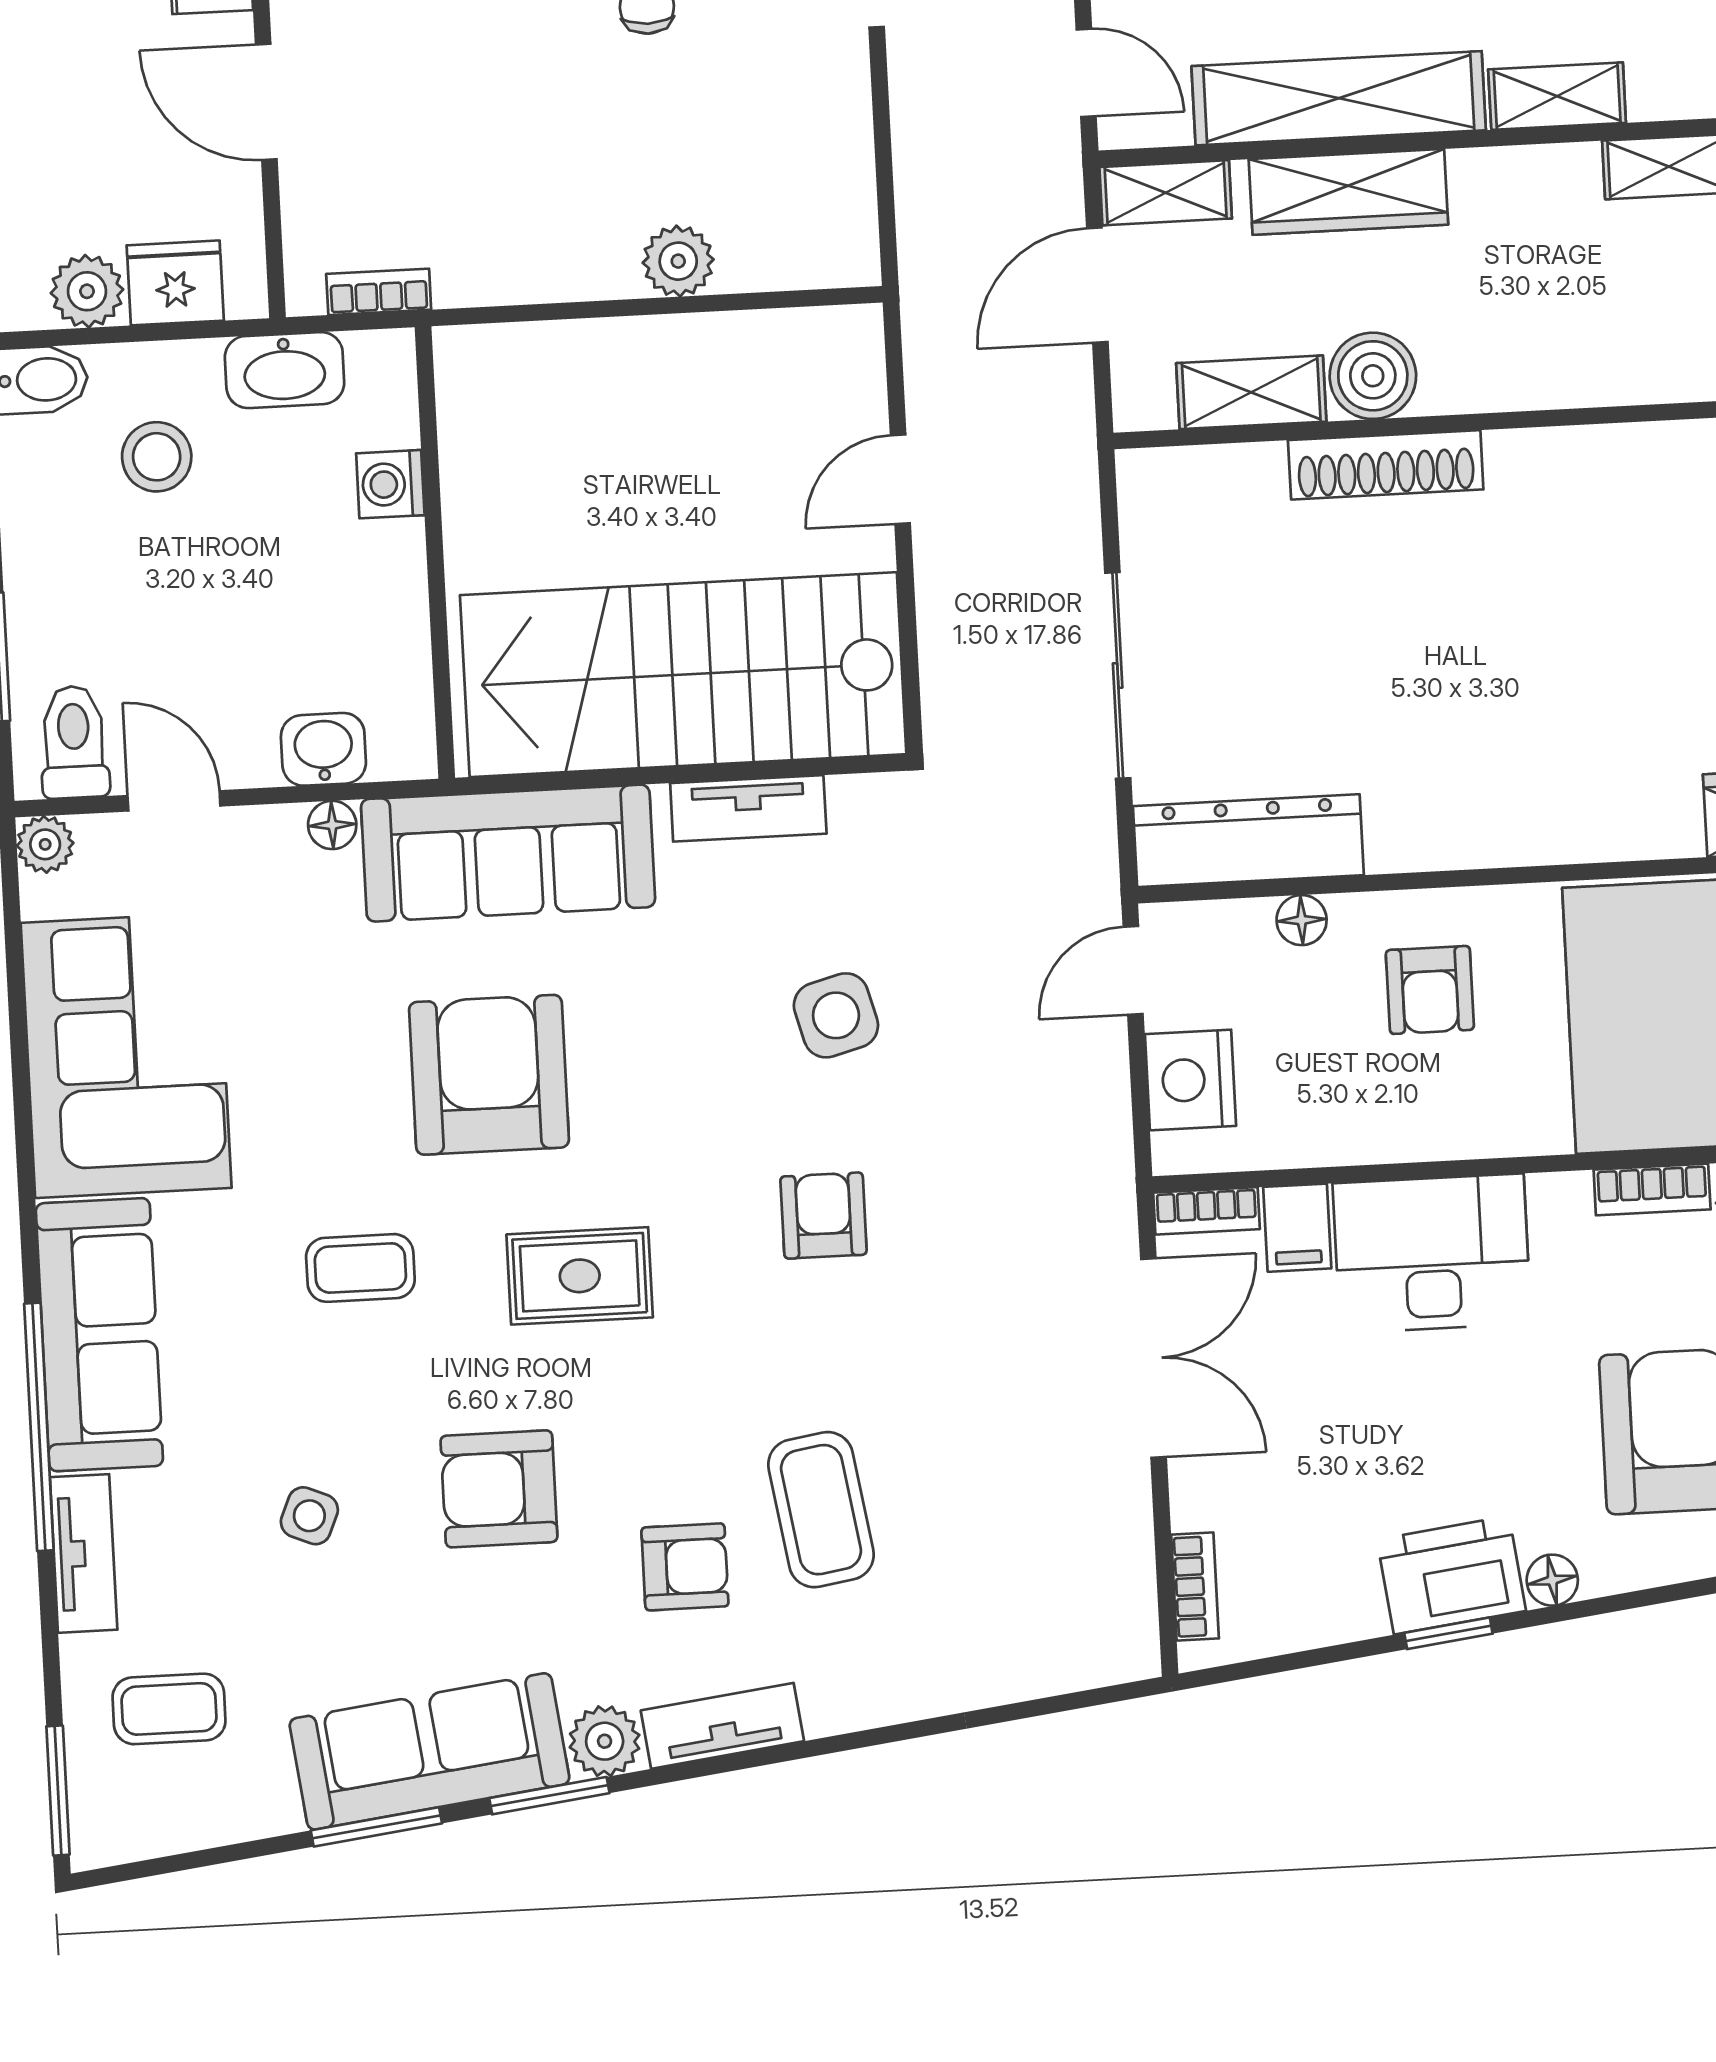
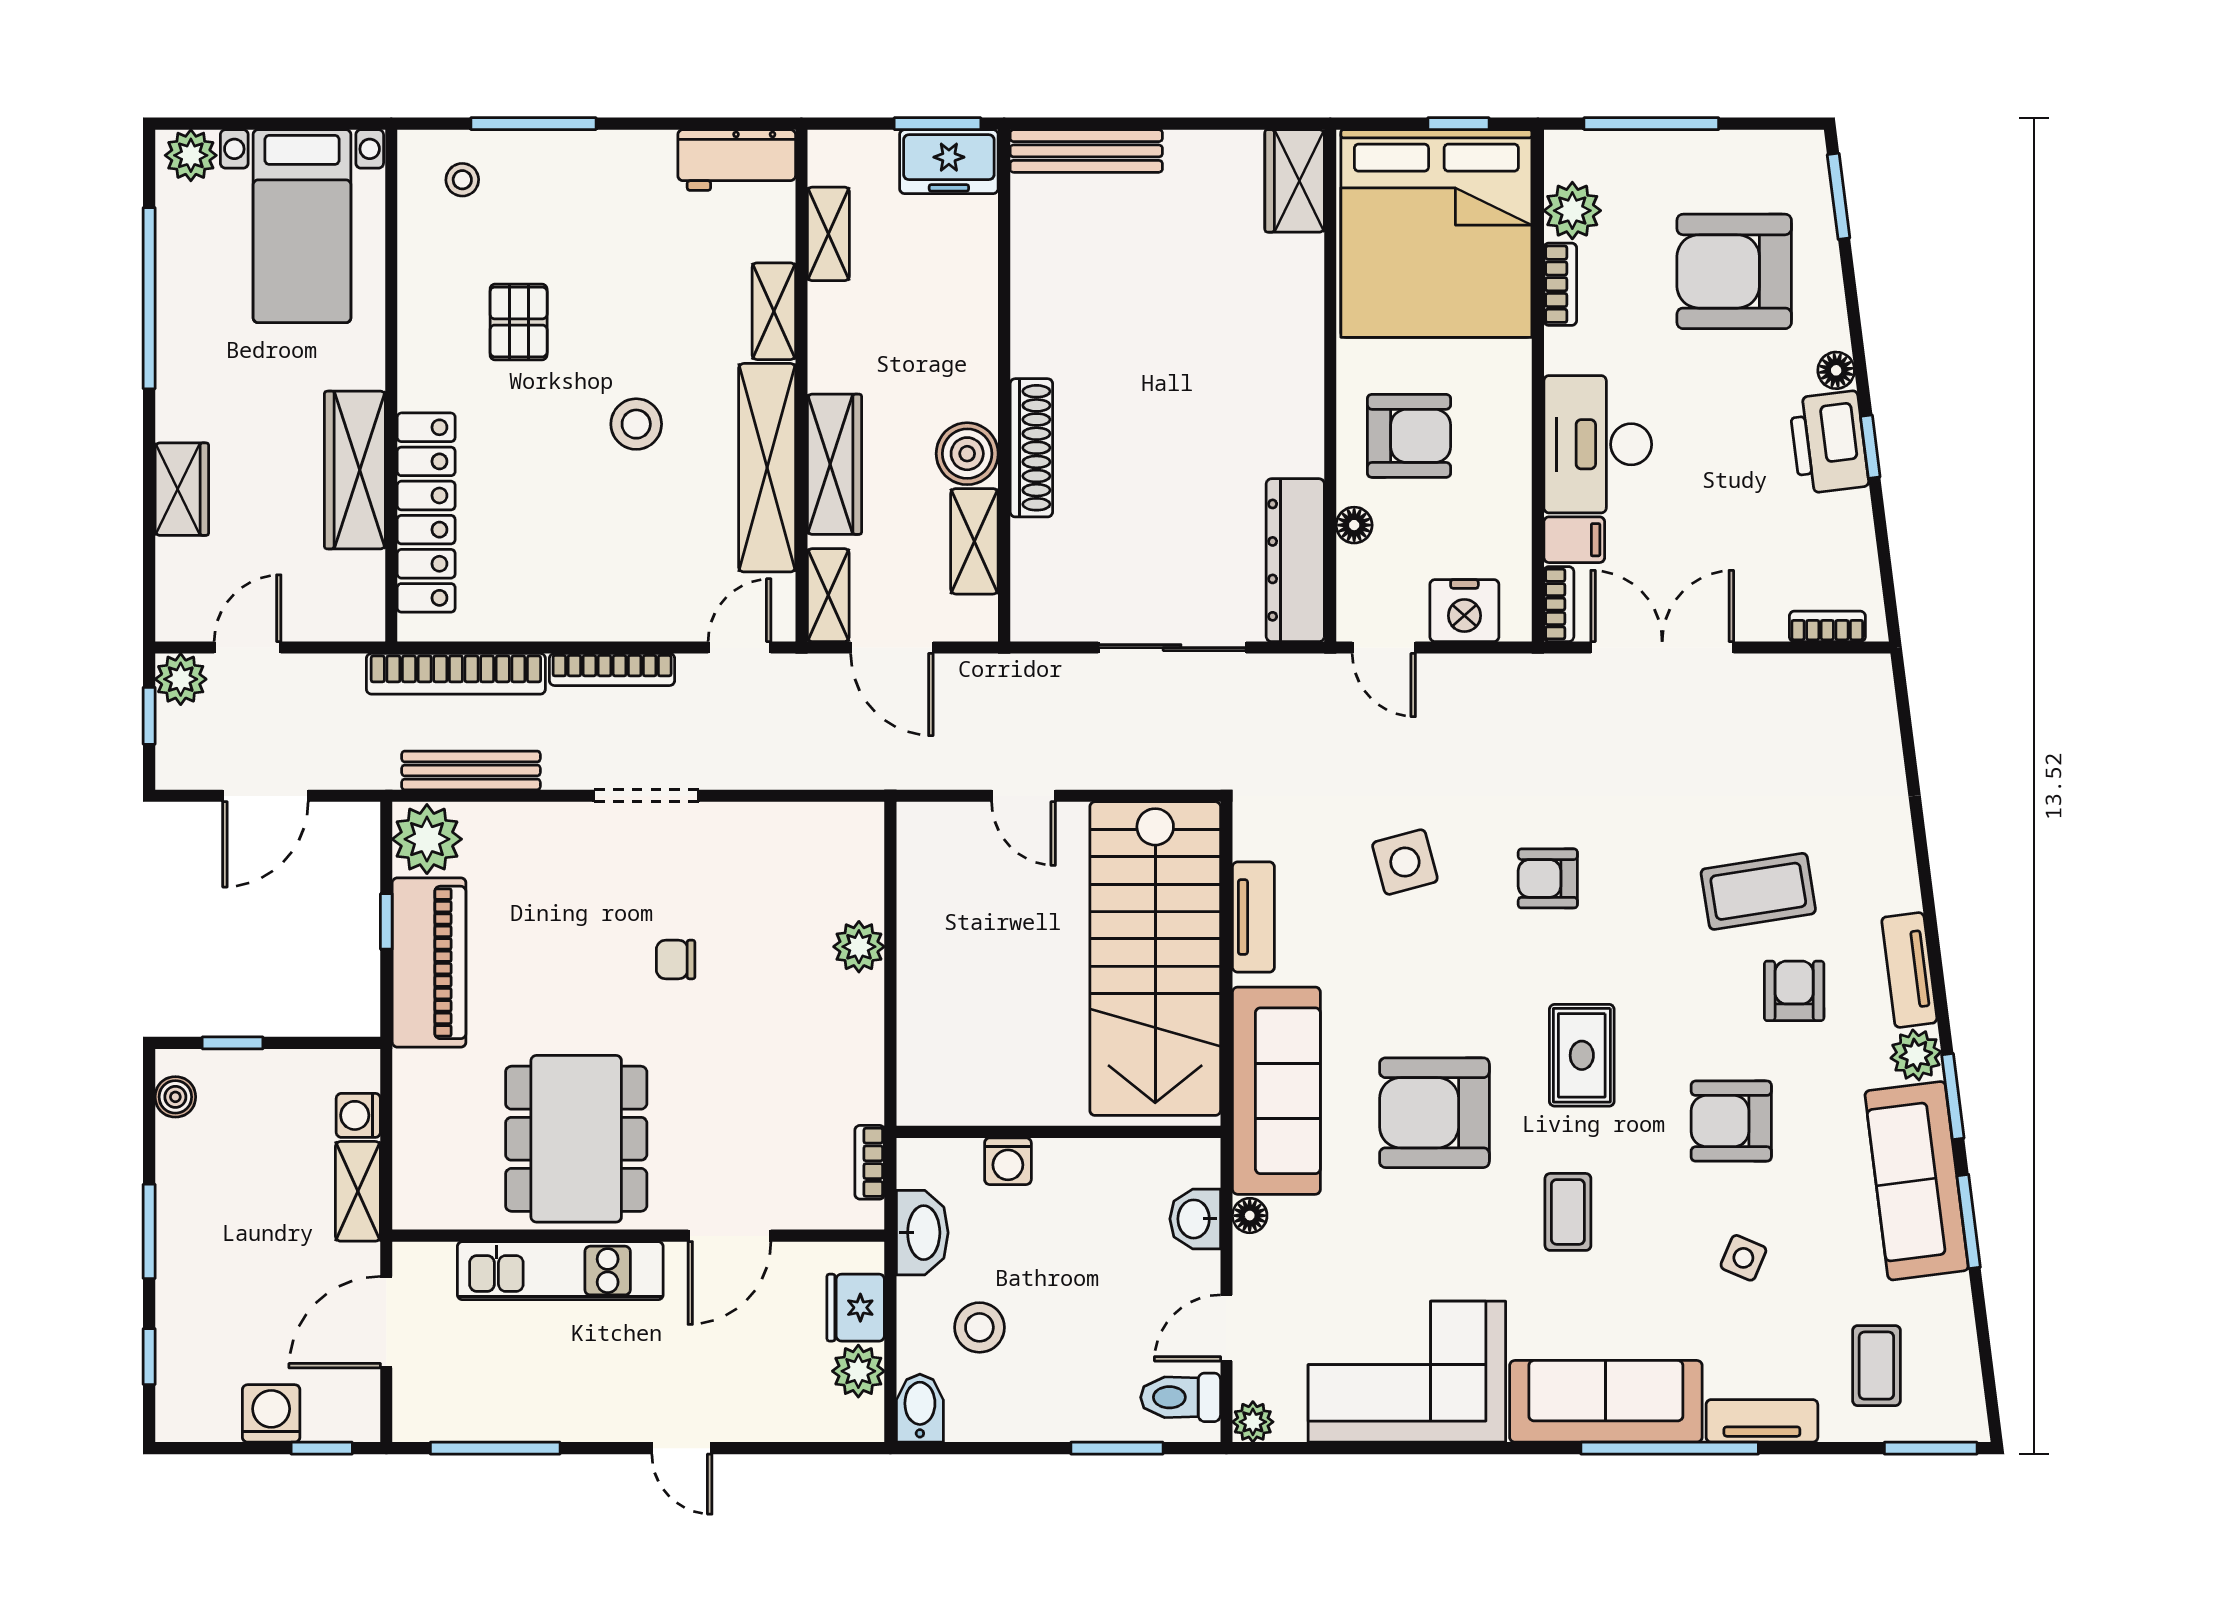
armchair: (1430, 990) -> (1409, 436), width x1.38, depth x1.38
armchair: (499, 1489) -> (1731, 1121), turned 90

